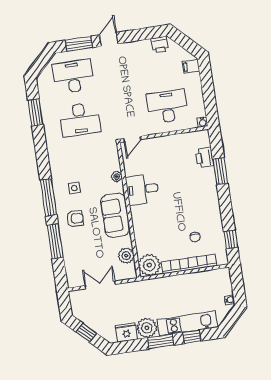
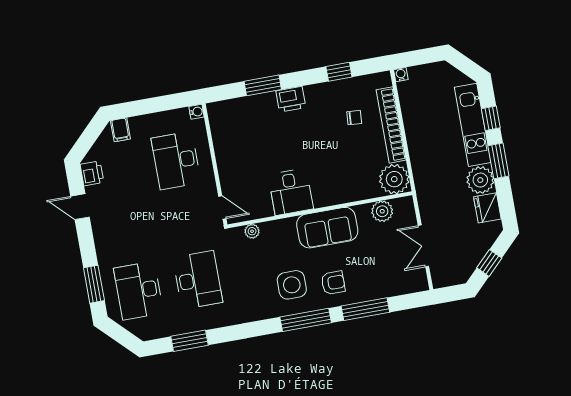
door: (109, 39) -> (80, 207), moved
printer: (205, 157) -> (291, 99), moved
plant: (117, 177) -> (252, 231), moved
side table: (74, 188) -> (292, 285), width x1.87, depth x1.87
armchair: (75, 218) -> (333, 283), turned 87
window: (231, 240) -> (339, 72), moved
water cooler: (230, 300) -> (401, 75), moved

